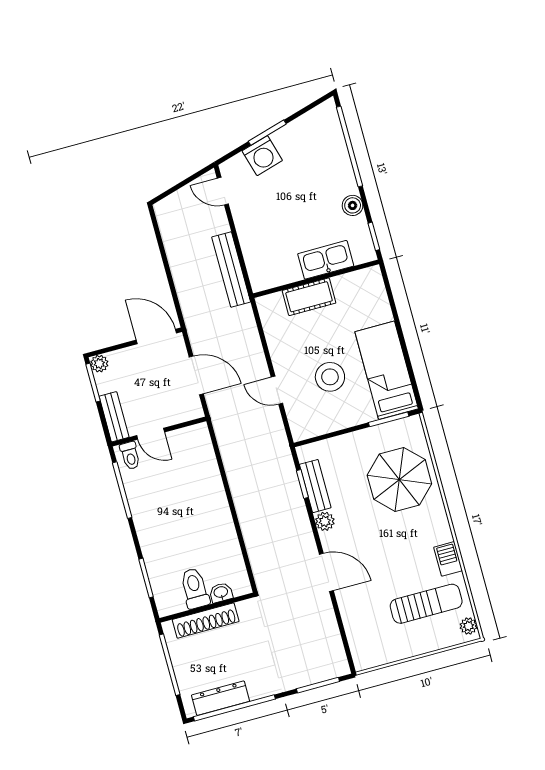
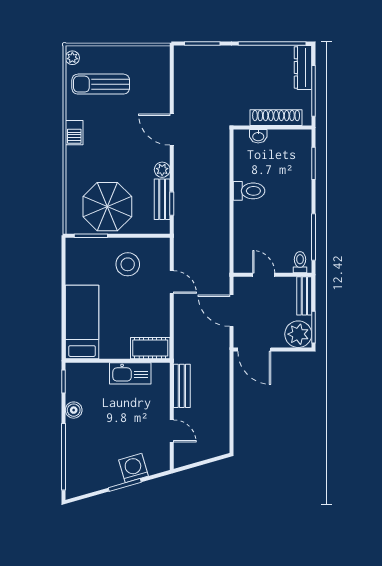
door: (223, 191) -> (172, 431), moved
kitchen sink: (326, 260) -> (130, 373), moved
bench: (231, 270) -> (182, 386), width x0.73
cot: (309, 297) -> (150, 348), moved
plant: (99, 364) -> (298, 334), width x1.87, depth x1.87
bed: (387, 370) -> (82, 322), moved, turned 180
stool: (330, 377) -> (128, 264), moved
door: (151, 434) -> (264, 275), moved
parasol: (399, 479) -> (107, 207), moved
barbecue: (448, 559) -> (74, 133), moved
toilet: (195, 588) -> (249, 191), moved, turned -90
dresser: (220, 698) -> (303, 67), moved, turned 90

